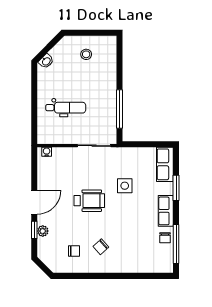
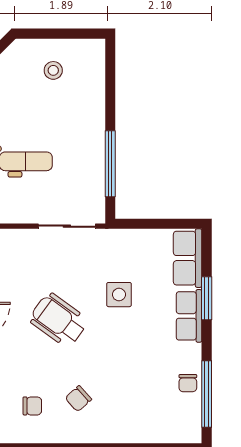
wheelchair: (89, 201) -> (59, 320), turned -144
row of seats: (166, 211) -> (189, 316), moved

